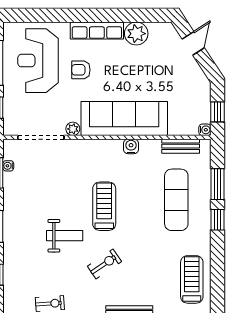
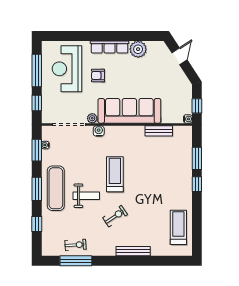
water cooler: (131, 146) -> (99, 131), moved
bench: (181, 146) -> (159, 131), moved
exercise mat: (176, 200) -> (56, 188), moved

